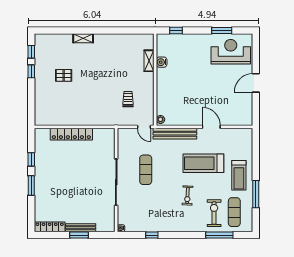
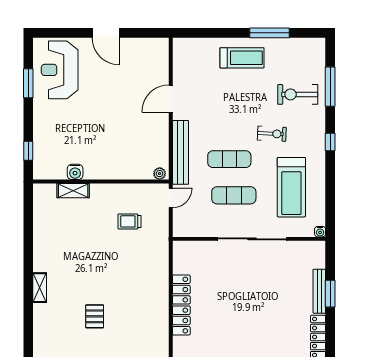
treadmill: (203, 163) -> (291, 187), moved
exercise mat: (234, 212) -> (229, 159), moved
window: (152, 235) -> (330, 142), moved

